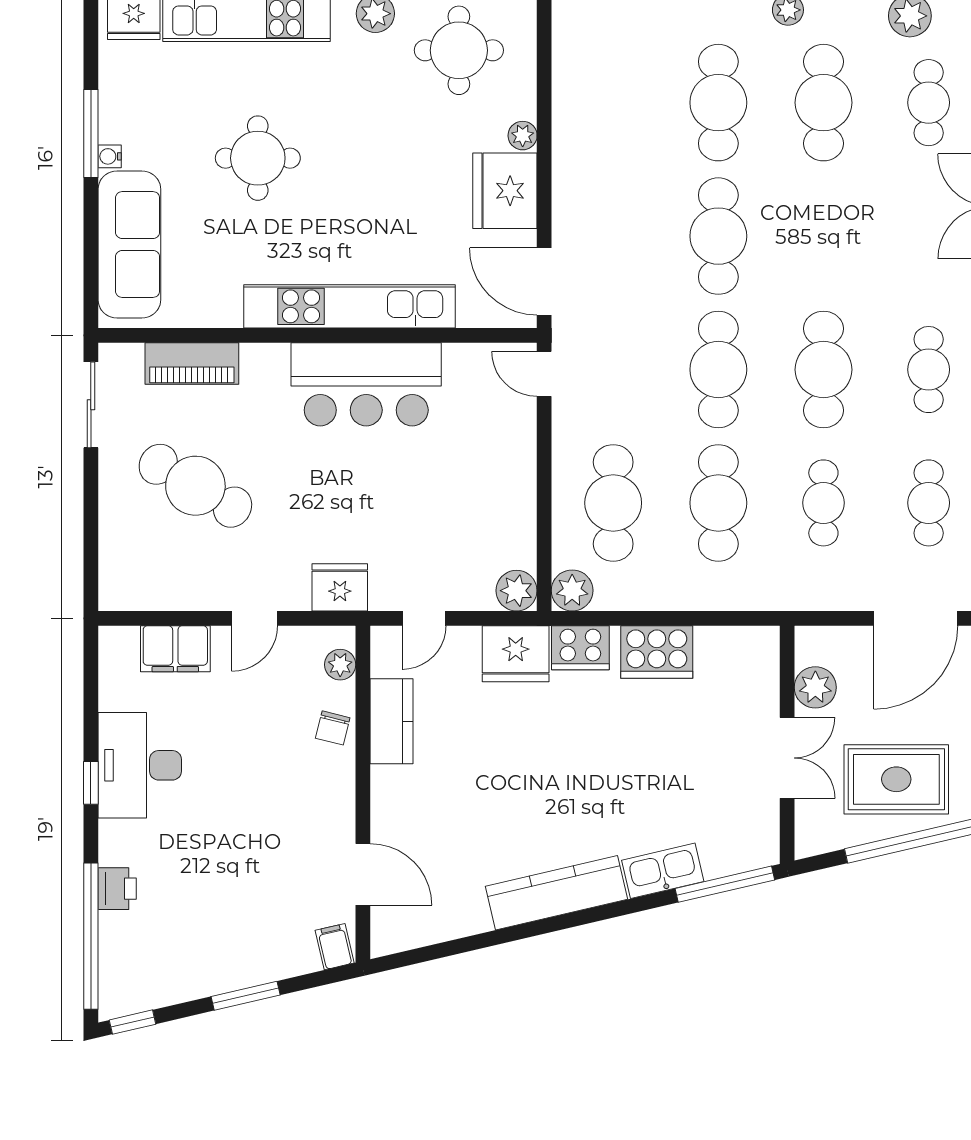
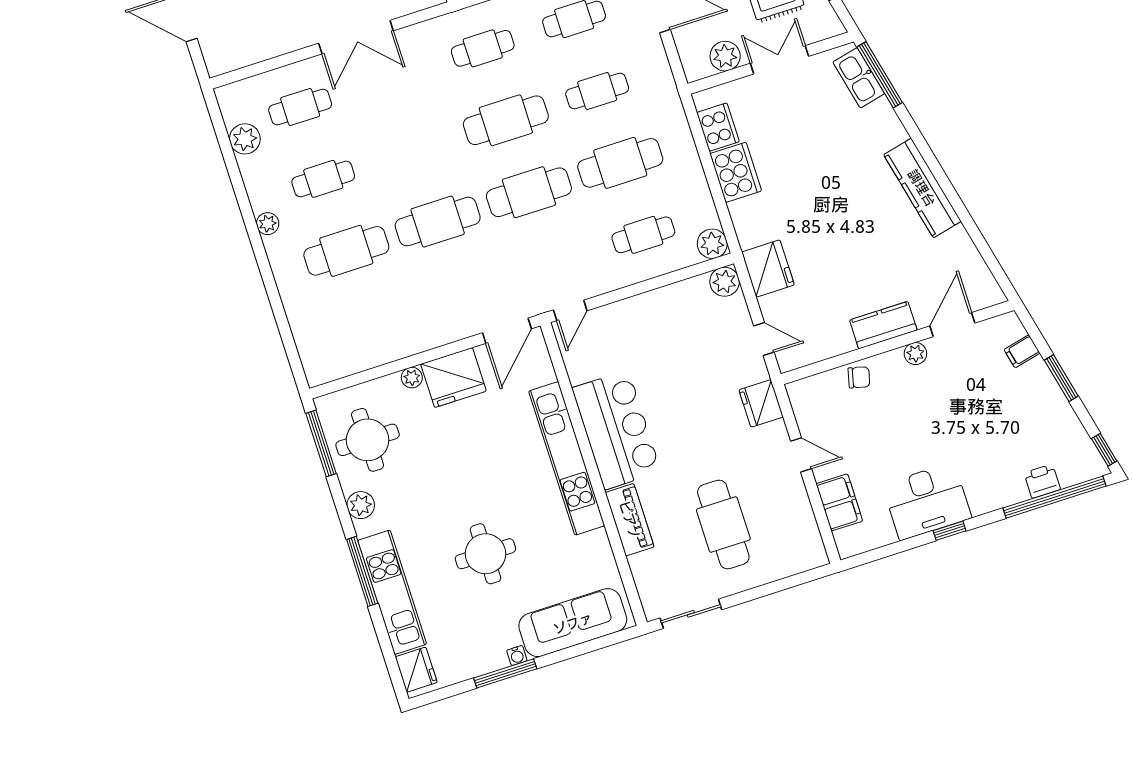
cafe table: (823, 103) -> (323, 179), width x0.73, depth x0.74
piano: (192, 364) -> (630, 520), moved
cafe table: (195, 486) -> (723, 525), turned -30
cafe table: (613, 503) -> (643, 235), width x0.73, depth x0.74
cooker: (580, 648) -> (718, 127), moved
plant: (340, 665) -> (915, 354), moved
kitchen counter: (392, 721) -> (883, 325), moved
kitchen sink: (663, 871) -> (859, 78), moved
printer: (117, 889) -> (1042, 481), moved
filing cabinet: (335, 947) -> (1022, 351), moved

